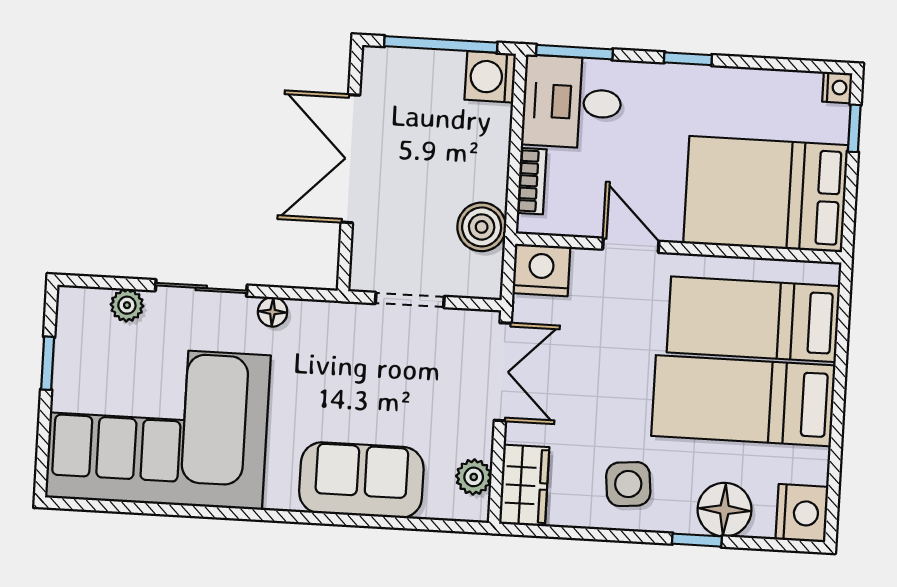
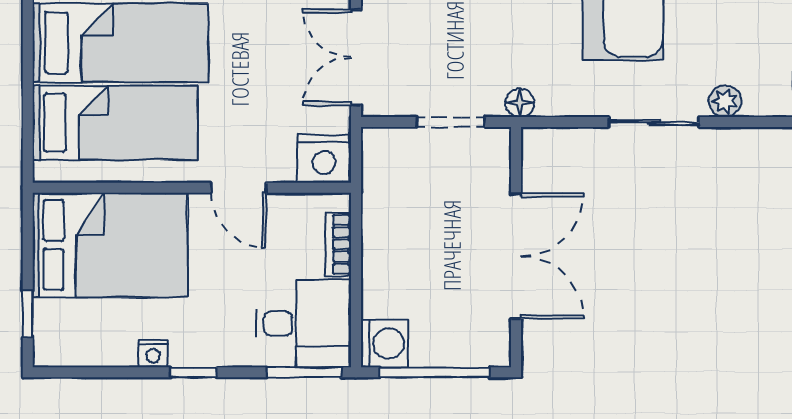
nightstand: (837, 87) -> (153, 354), moved, turned -90
boiler: (482, 227) -> (385, 197), removed
floor lamp: (273, 312) -> (520, 103), moved

